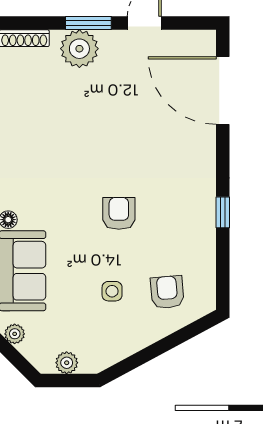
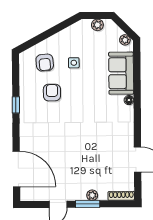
plant: (79, 49) -> (92, 195), width x0.53, depth x0.53
armchair: (119, 213) -> (52, 93), moved, turned 180

